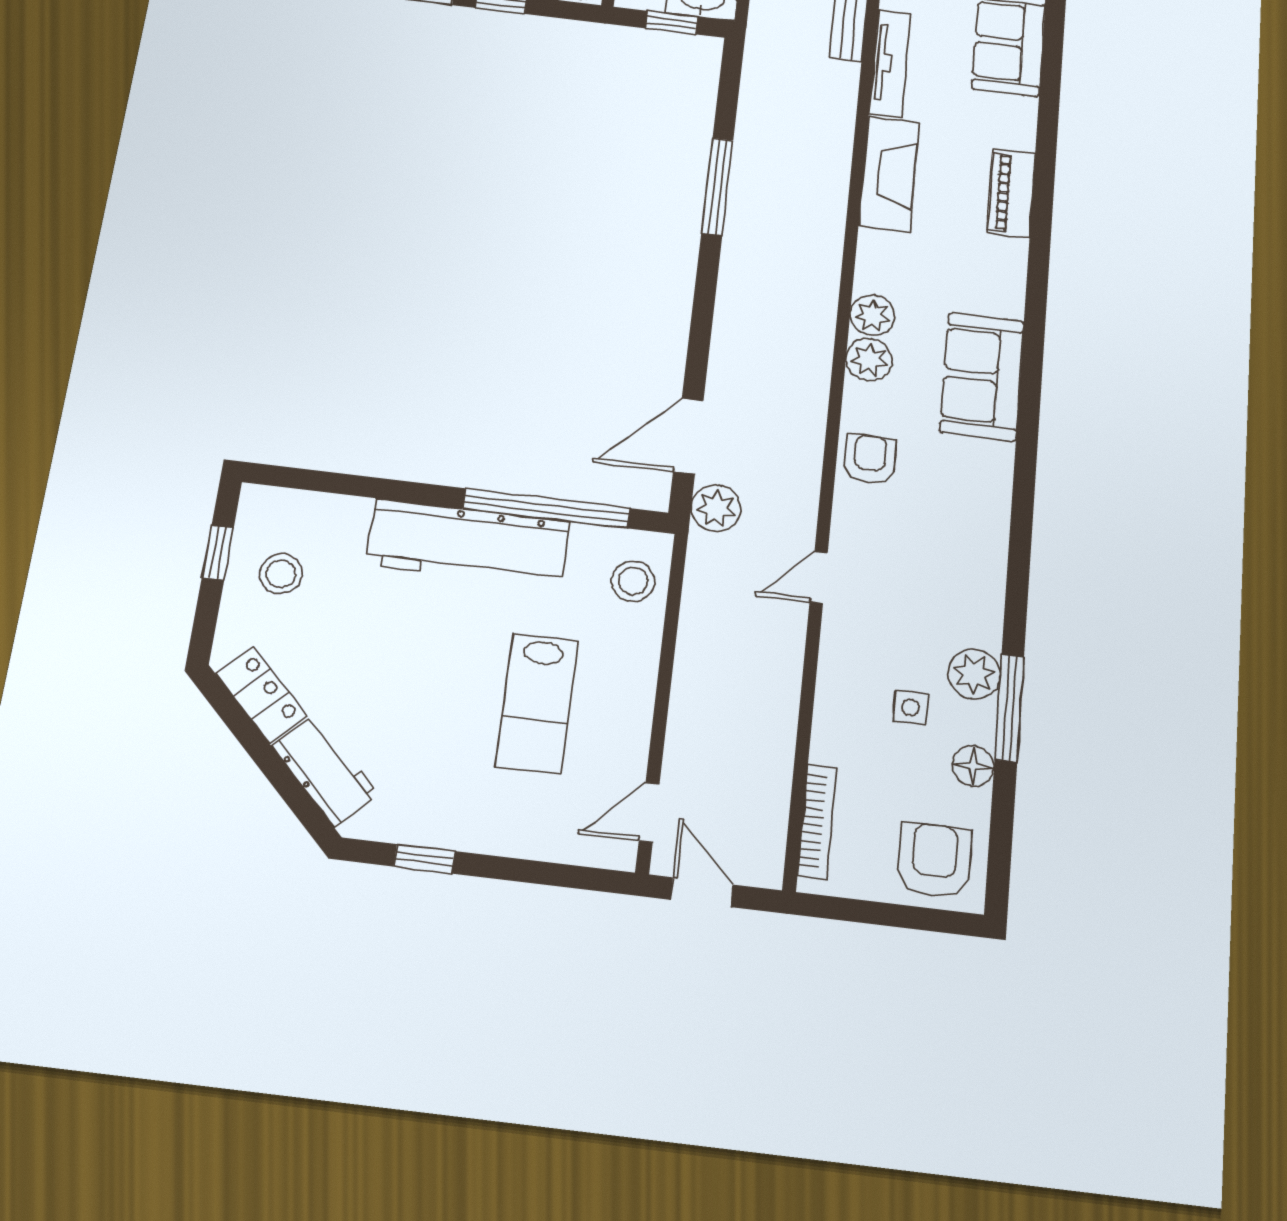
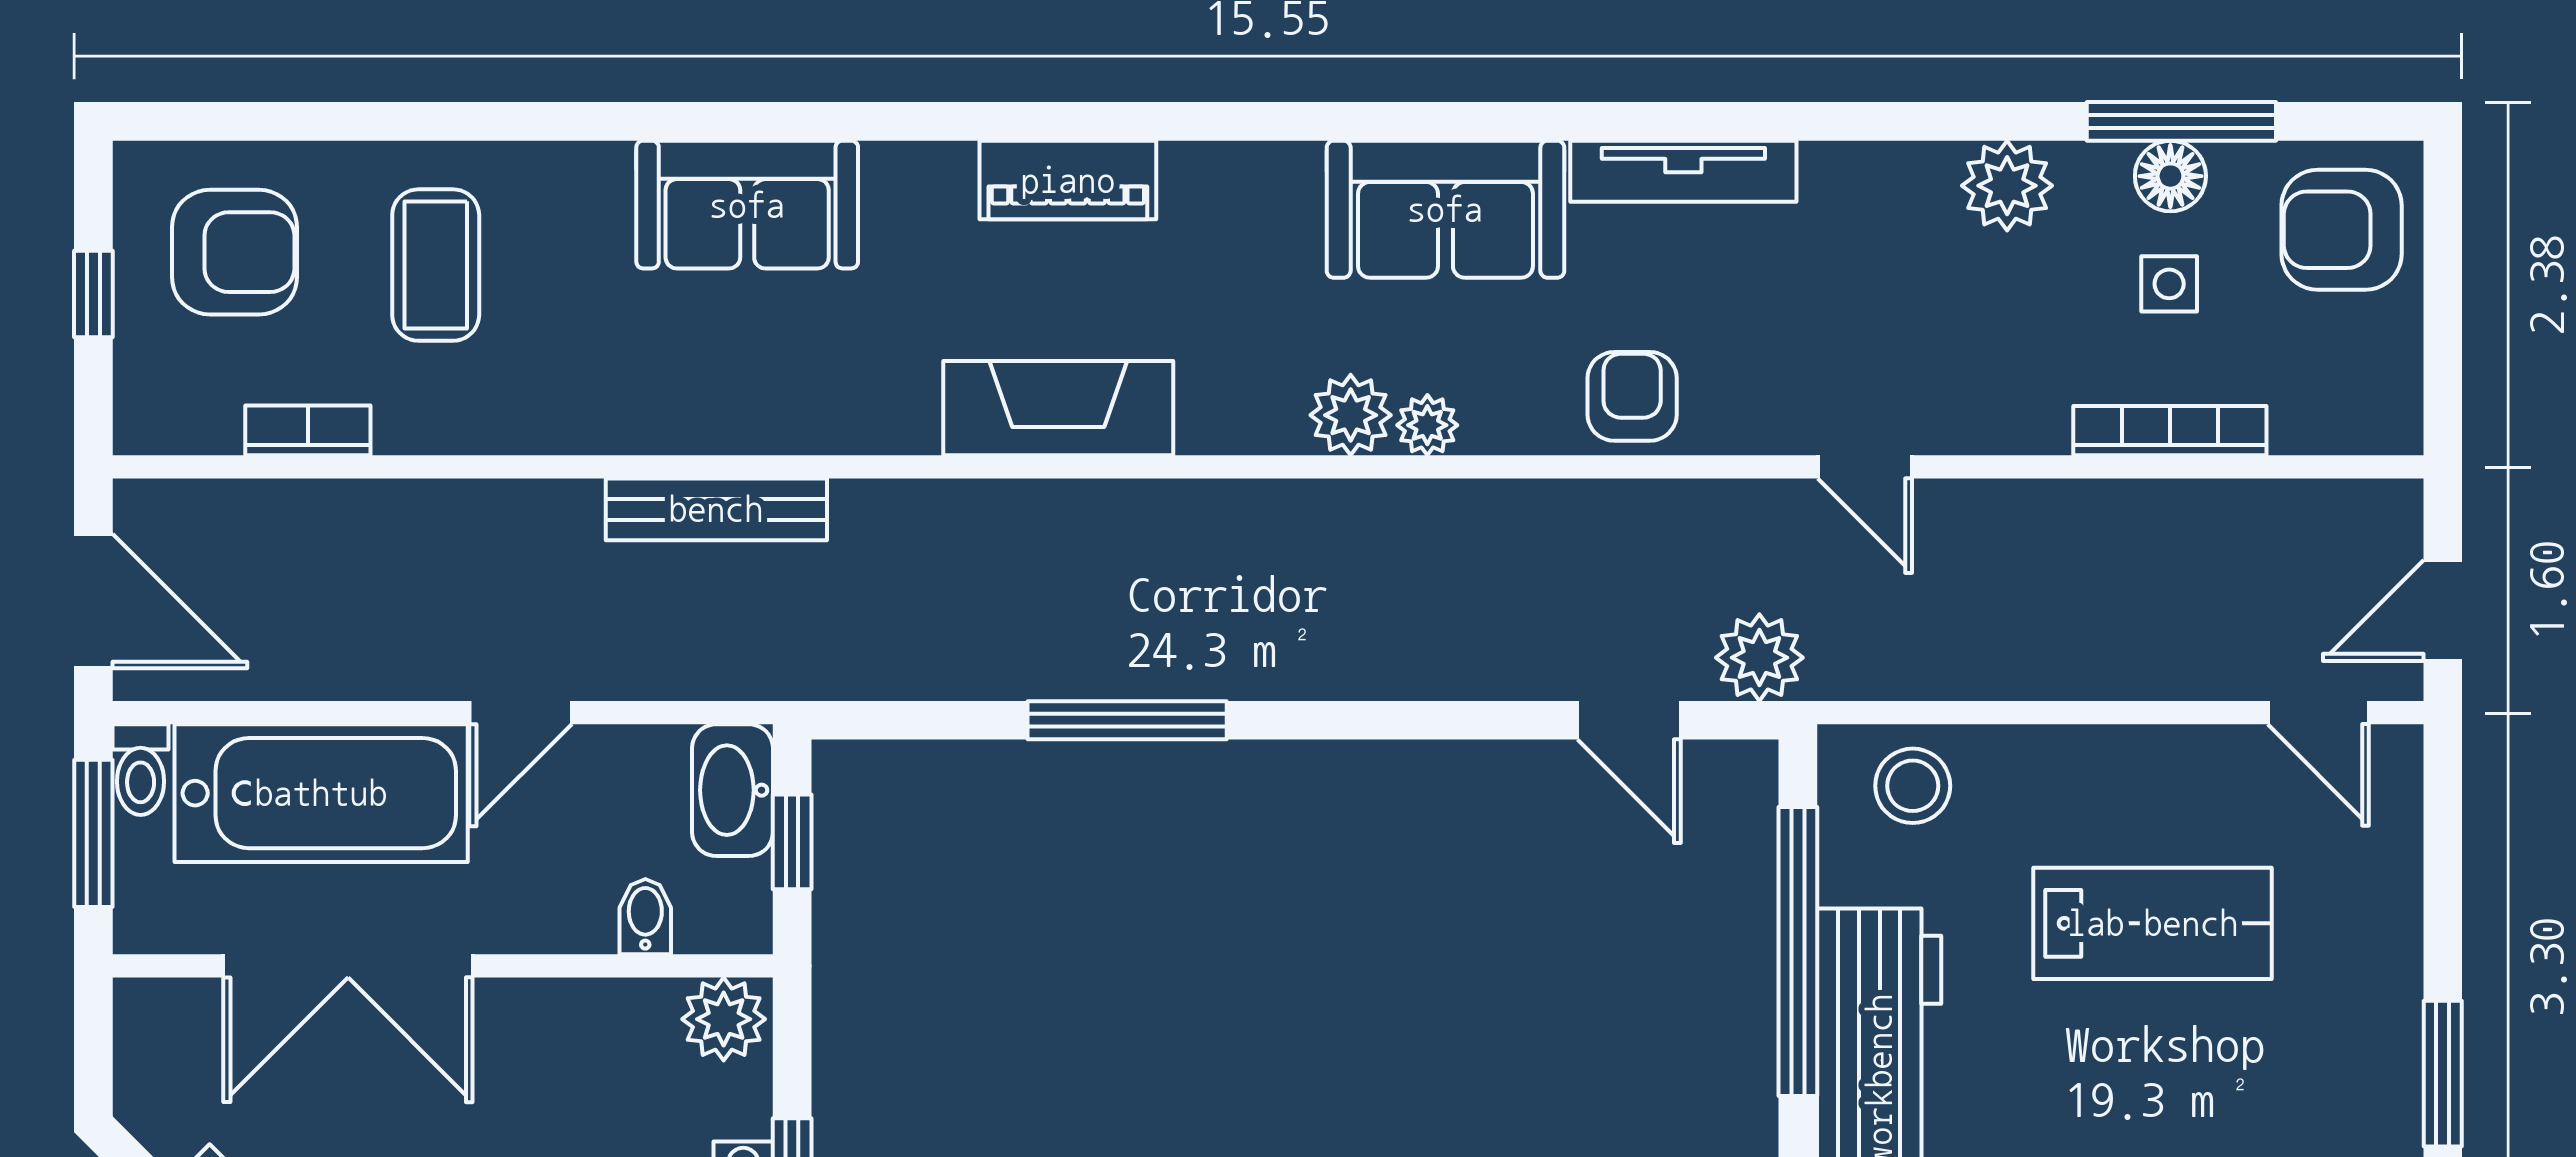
tv unit: (890, 64) -> (1683, 171), moved, turned 180
plant: (869, 359) -> (1427, 425), width x0.73, depth x0.73
door: (688, 436) -> (1629, 720), width x0.73
armchair: (870, 459) -> (1632, 396), turned 90
side table: (911, 707) -> (2169, 284), moved
window: (1009, 708) -> (2181, 121), moved
bookcase: (817, 821) -> (2170, 431), moved
window: (424, 859) -> (2443, 1074), width x1.50

